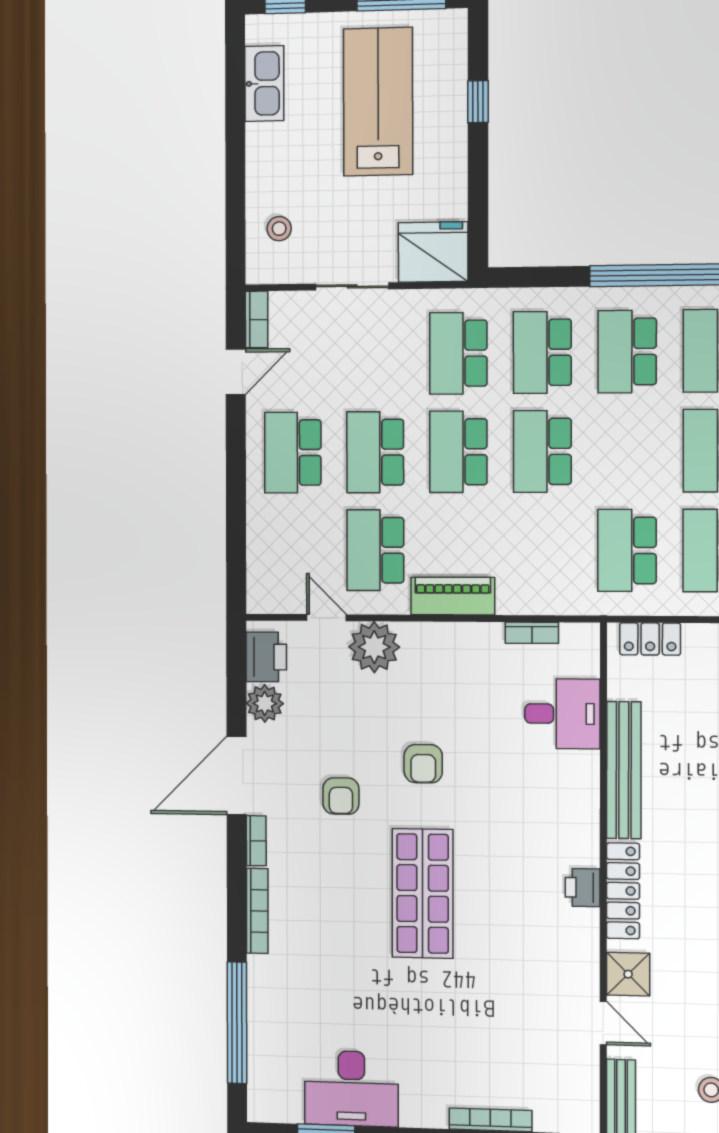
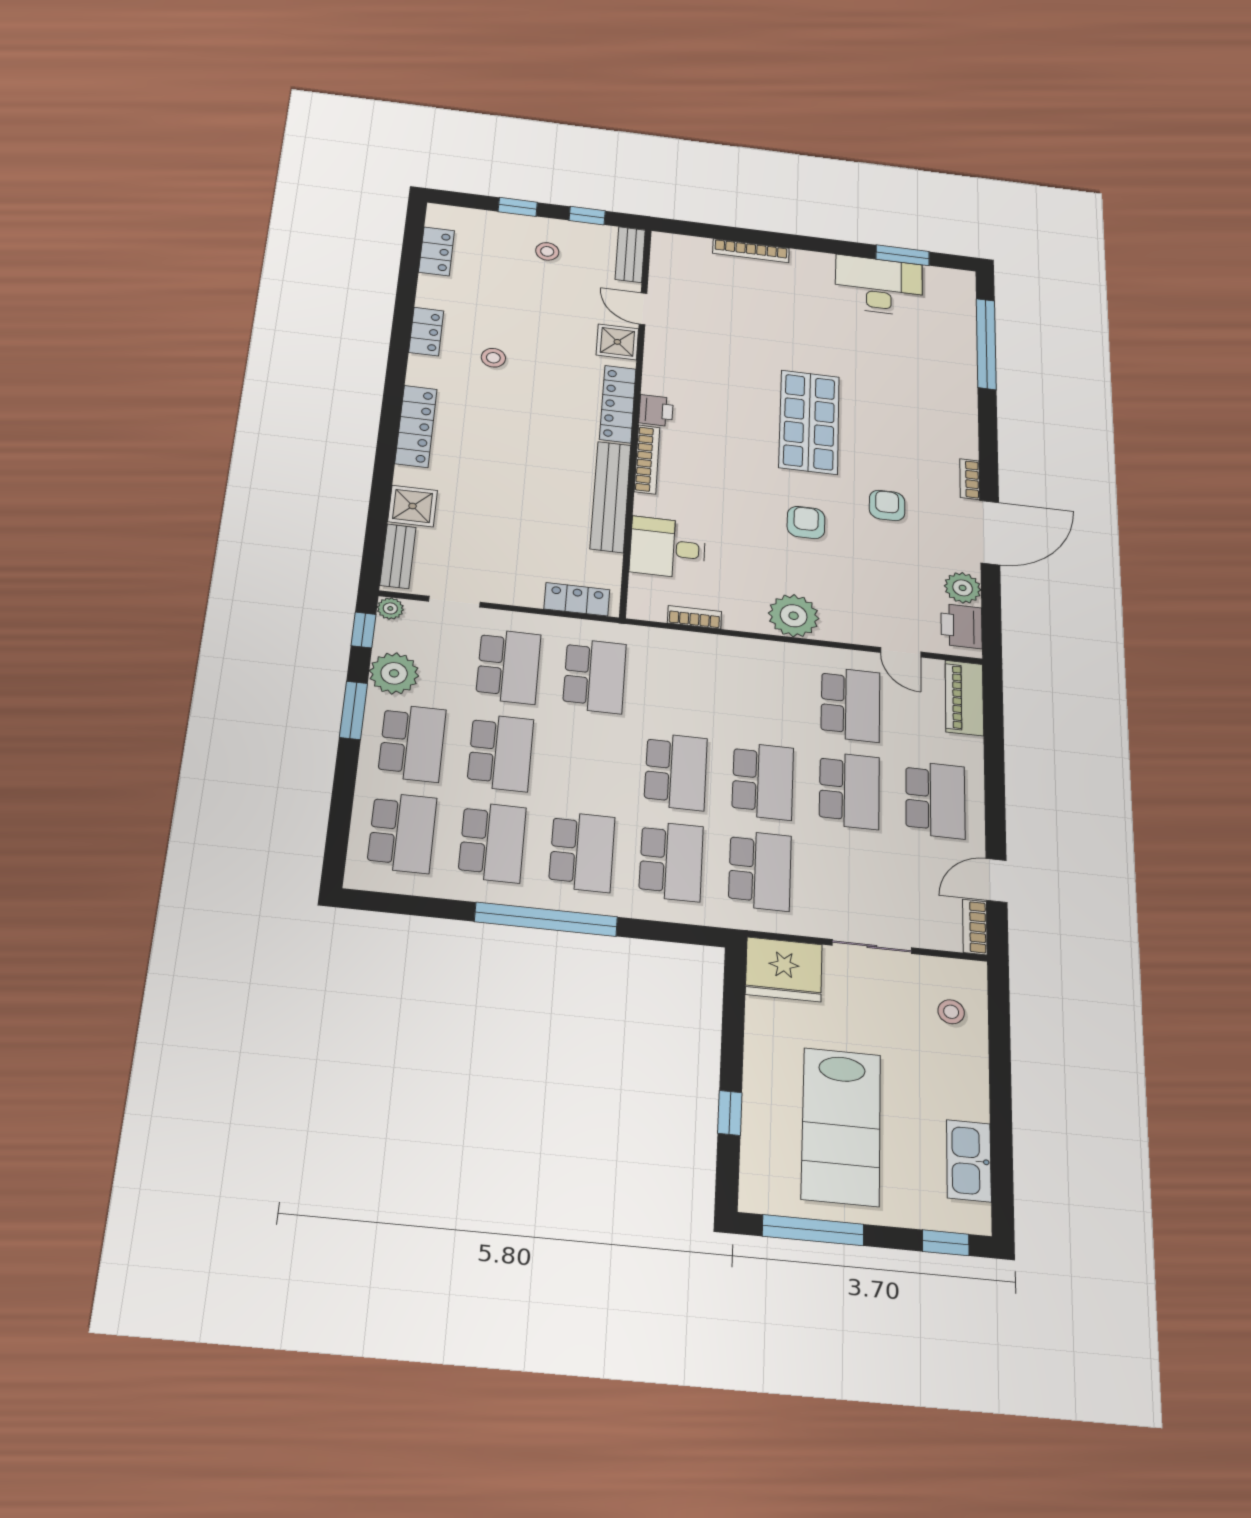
piano: (453, 596) -> (964, 698), moved, turned 90
plant: (374, 647) -> (794, 616), moved
bookcase: (257, 911) -> (647, 459), moved, turned 180

